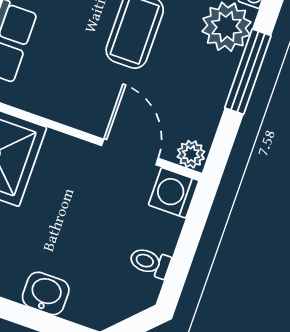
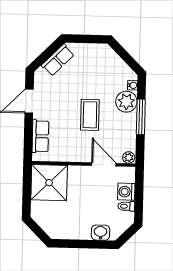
washing machine: (174, 193) -> (126, 192), moved
washbasin: (46, 293) -> (100, 233), moved

